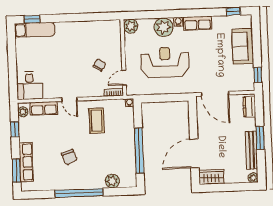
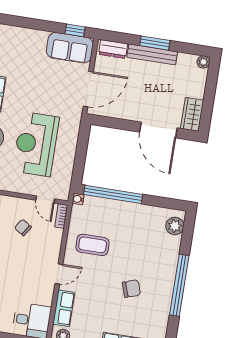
sofa: (243, 46) -> (70, 48), moved
bench: (252, 150) -> (152, 54), moved
window: (139, 151) -> (113, 194), moved
plant: (112, 181) -> (175, 226), moved

